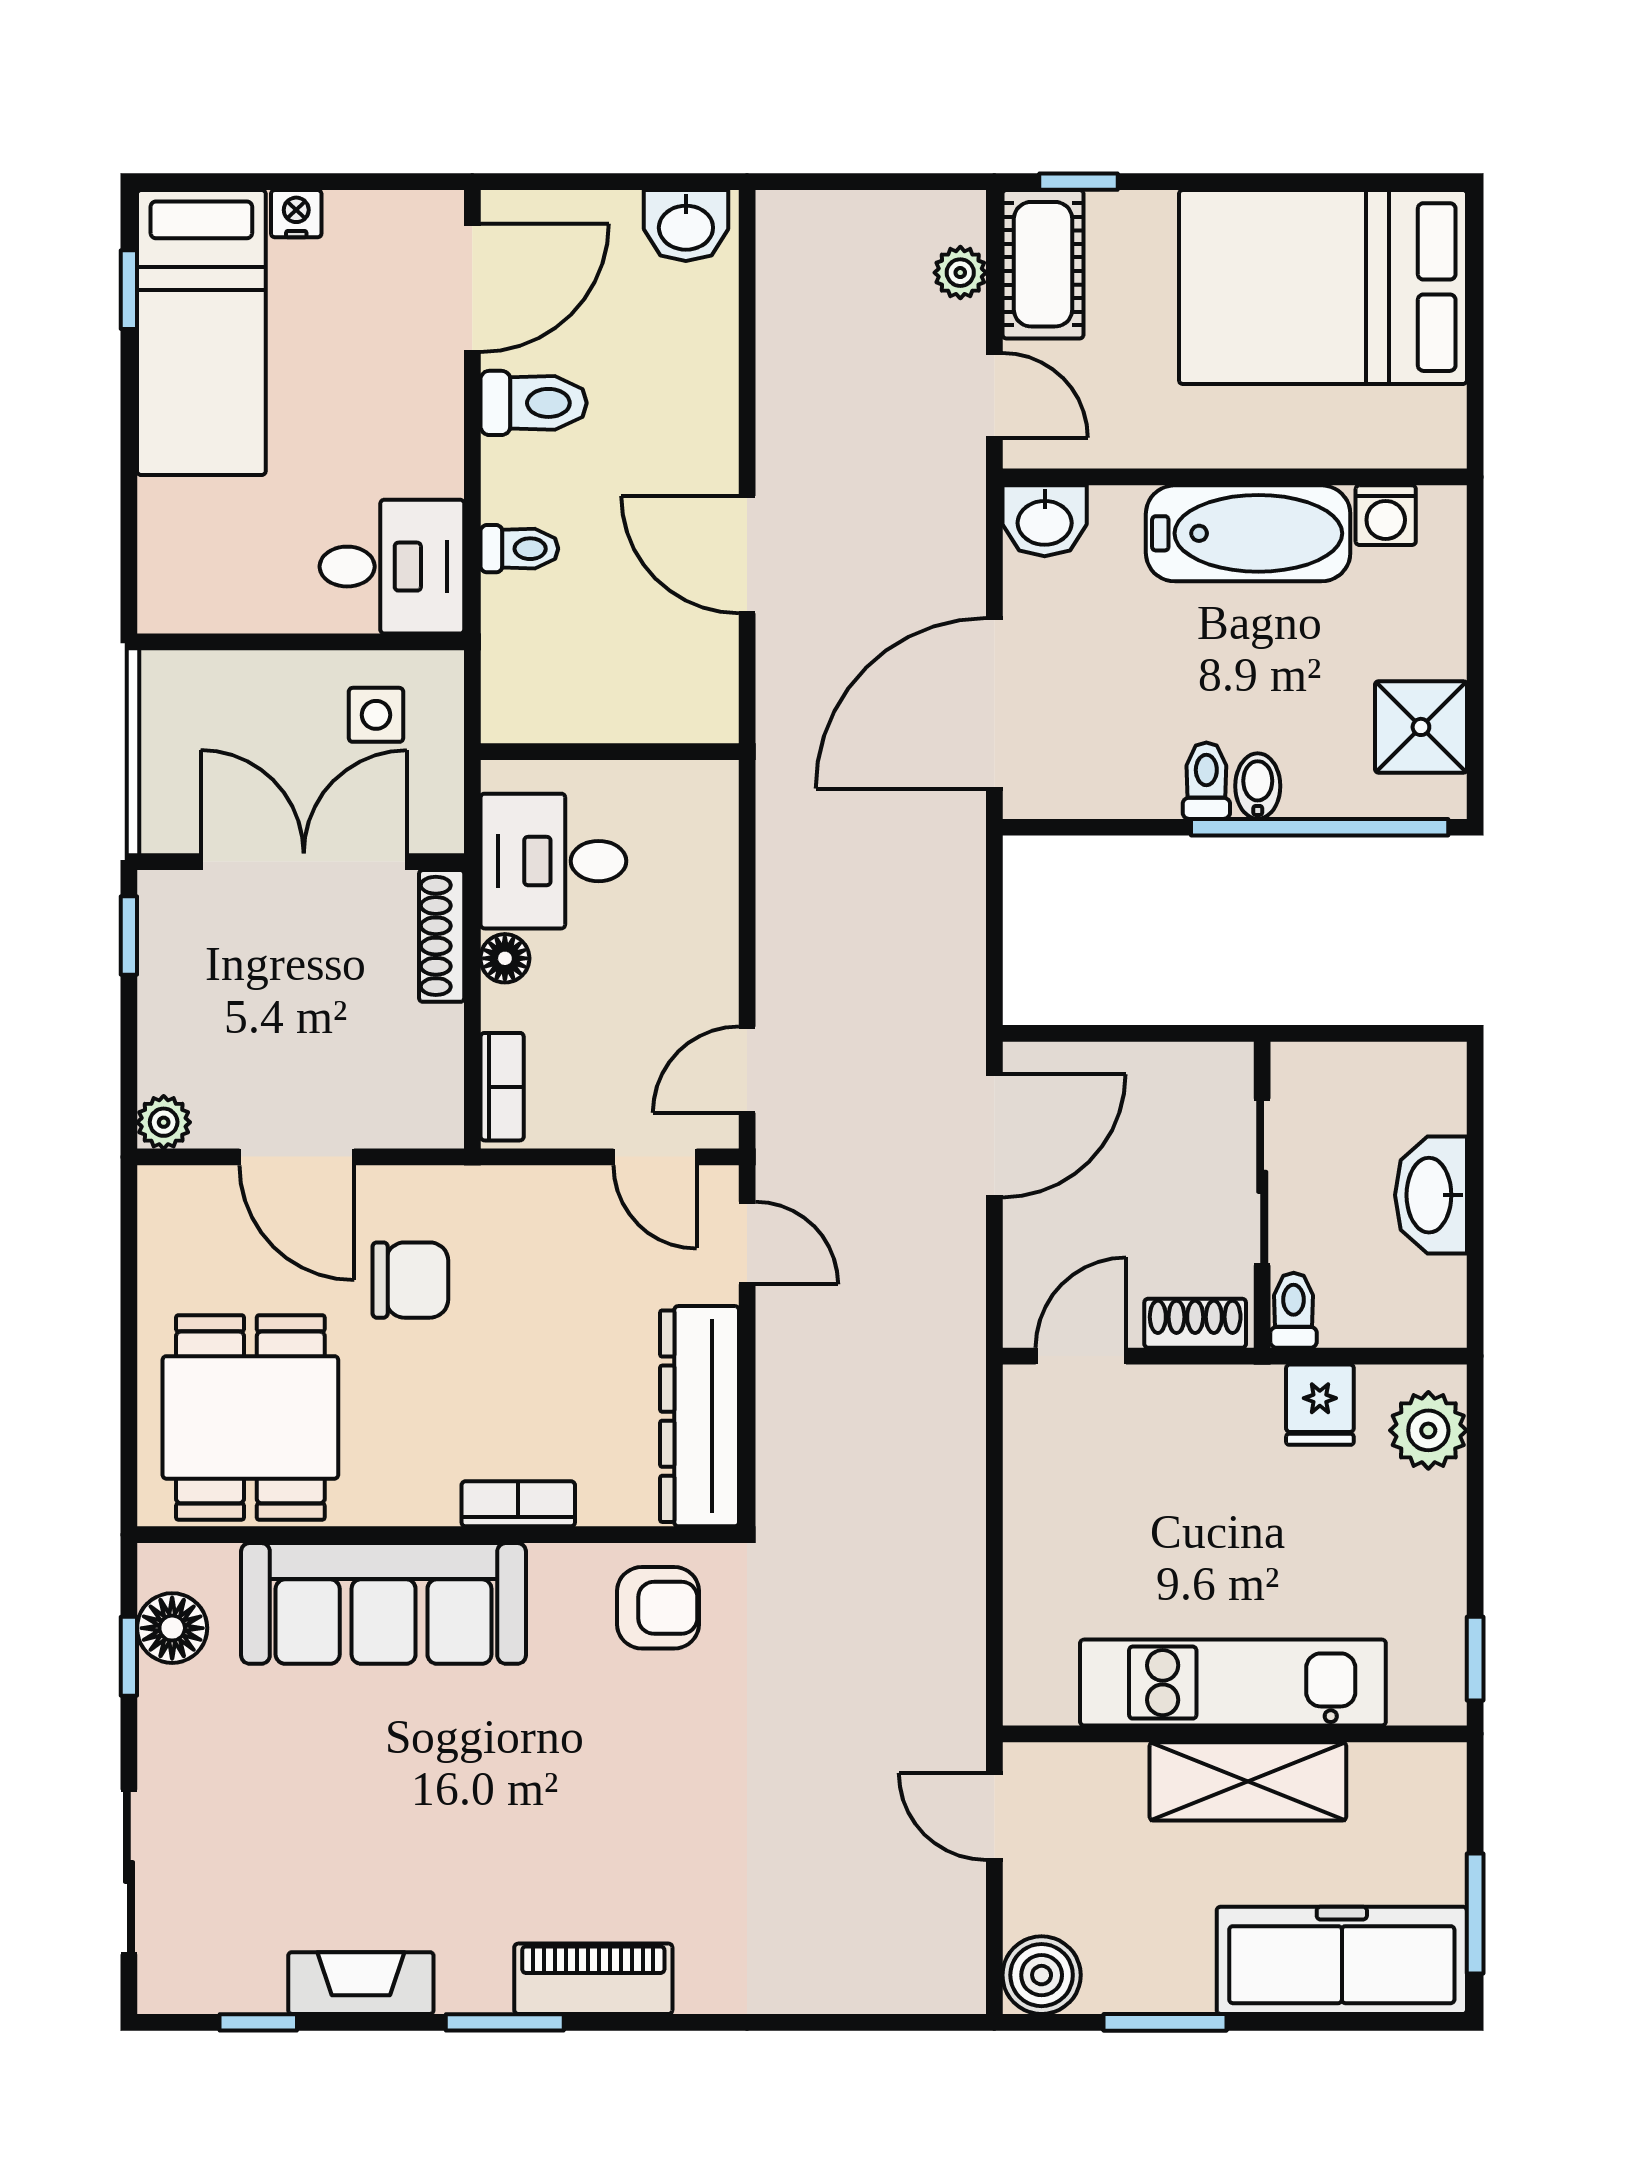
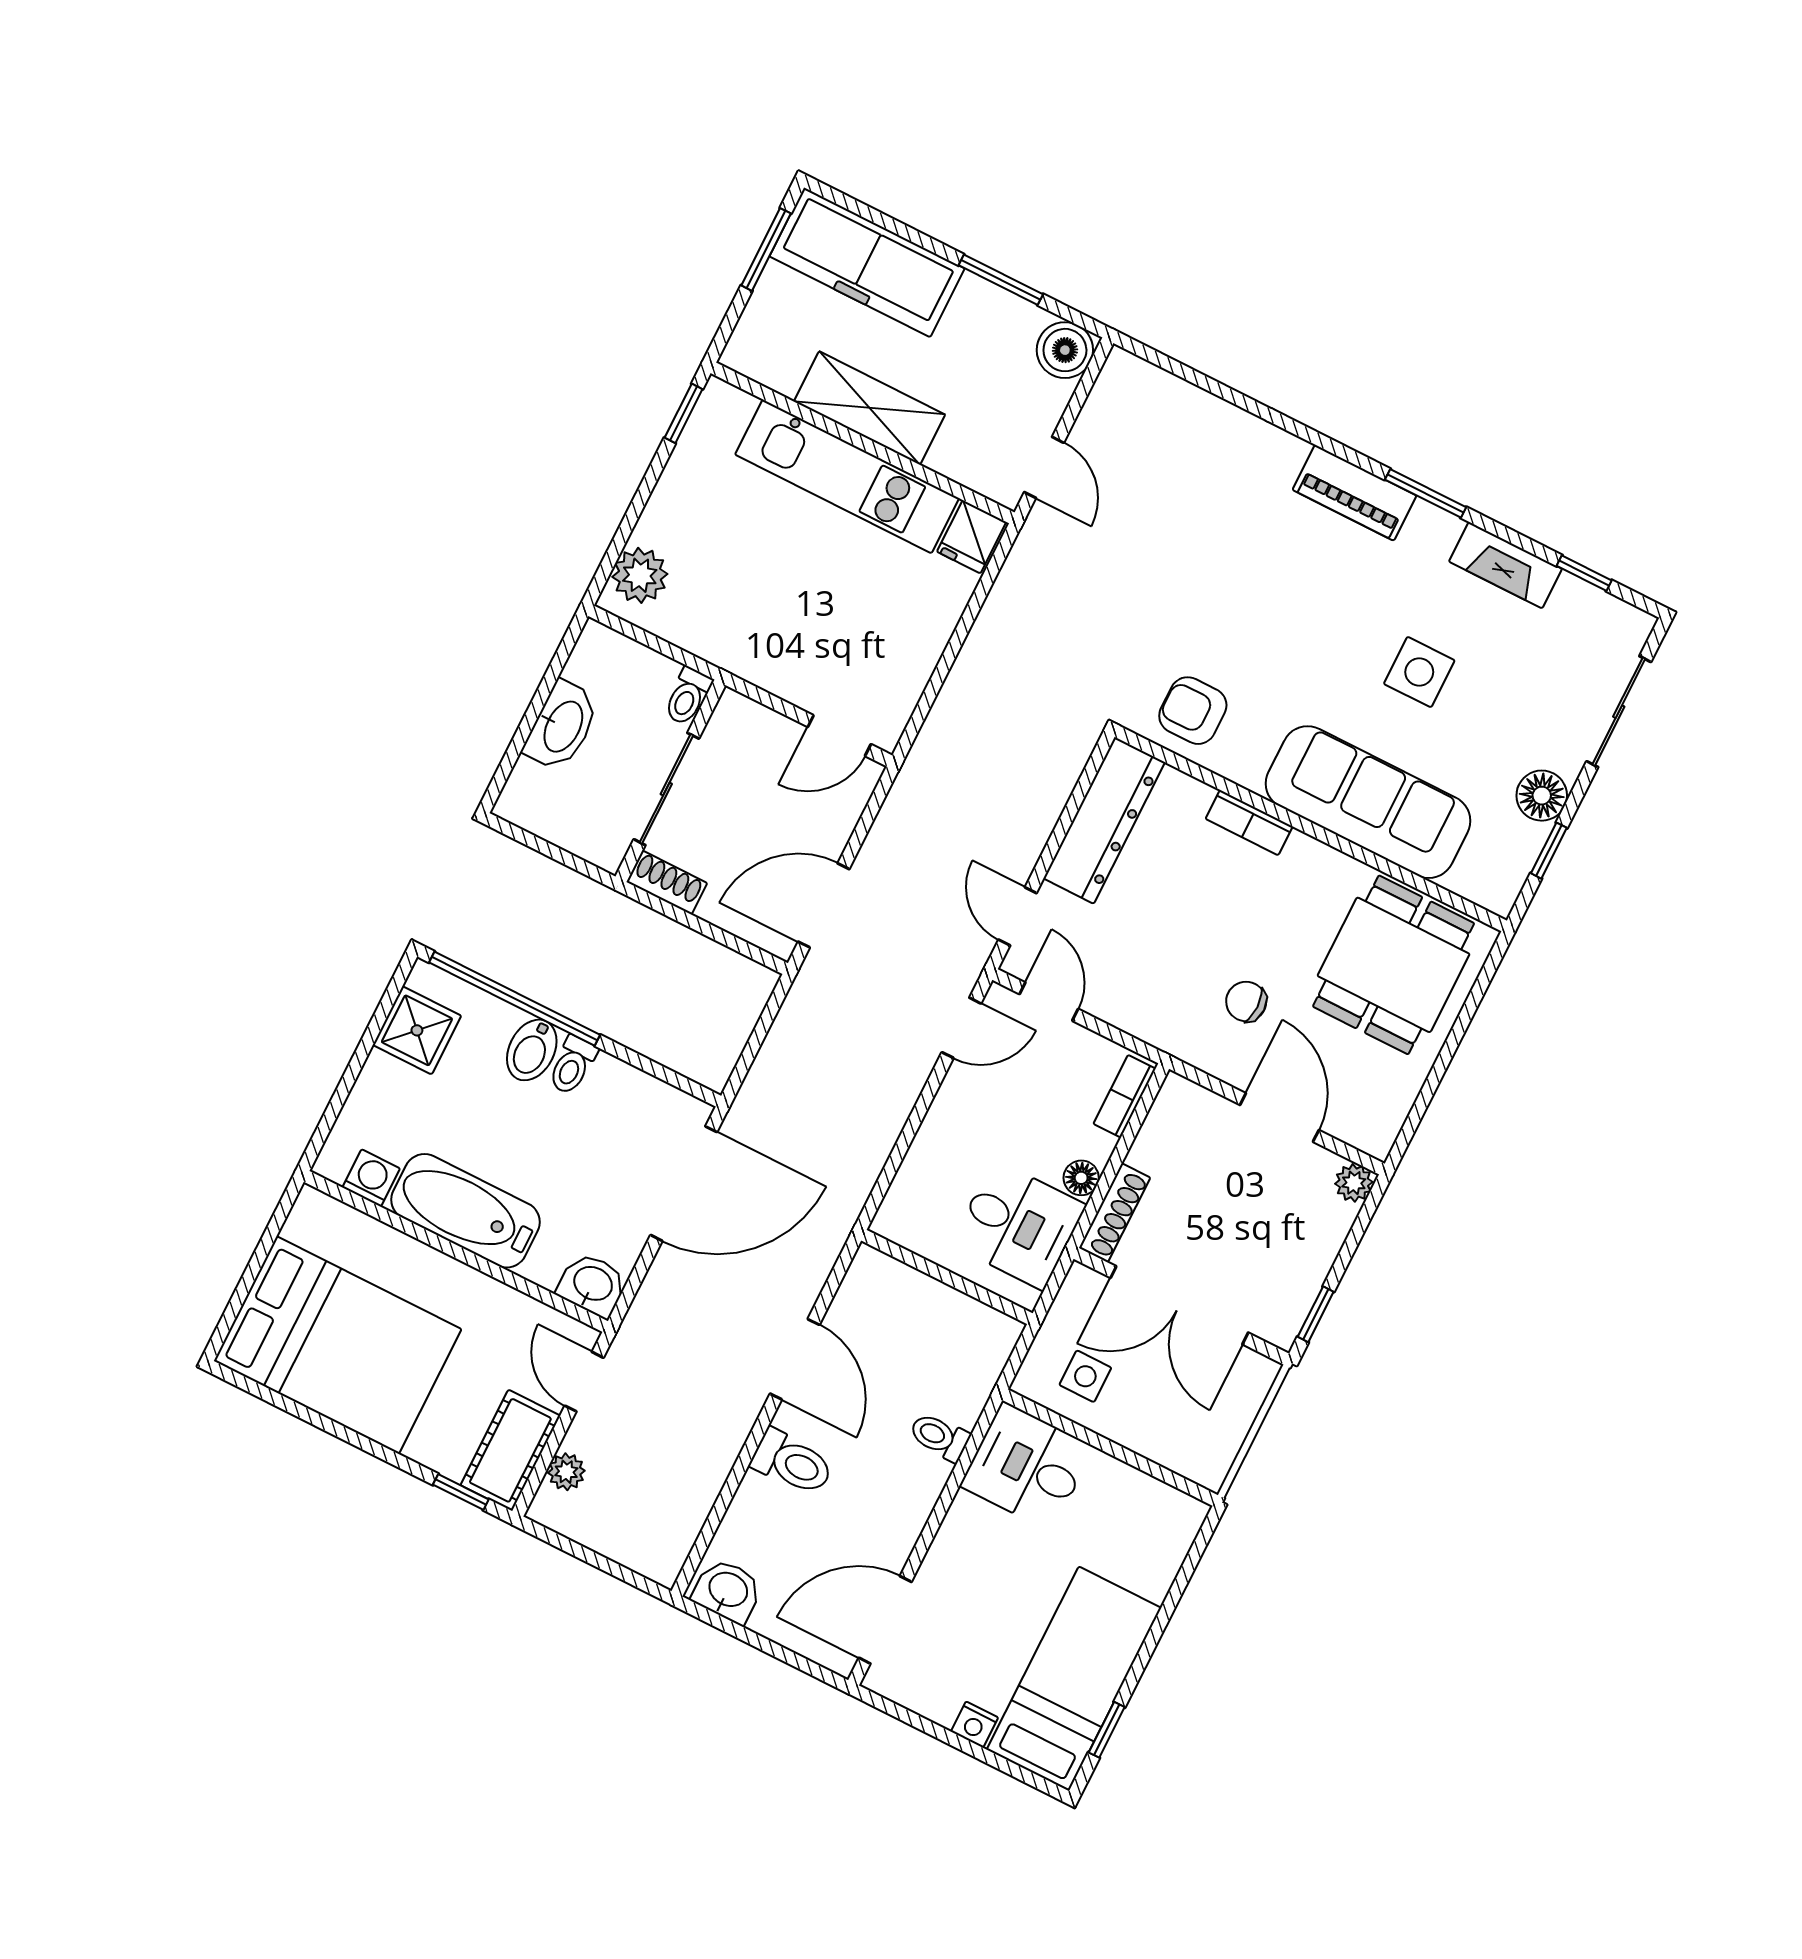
toilet: (534, 403) -> (792, 1463), moved, turned 180
bidet: (1258, 786) -> (532, 1050), width x1.38, depth x1.36
chair: (410, 1280) -> (1246, 1002), width x0.73, depth x0.73
shoe rack: (1195, 1323) -> (667, 883), moved, turned 180
fridge: (1320, 1405) -> (972, 537), moved, turned 180
floor lamp: (172, 1628) -> (1542, 796), moved
side table: (401, 1797) -> (1419, 672), added

